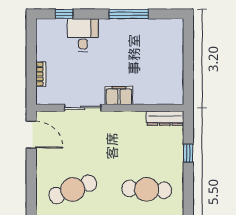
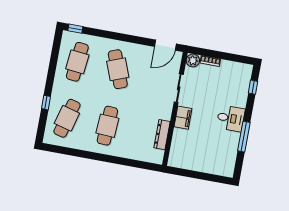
desk: (83, 35) -> (231, 118), moved
plant: (44, 96) -> (193, 60), added
dresser: (165, 118) -> (162, 135), moved
window: (188, 153) -> (129, 162), removed

